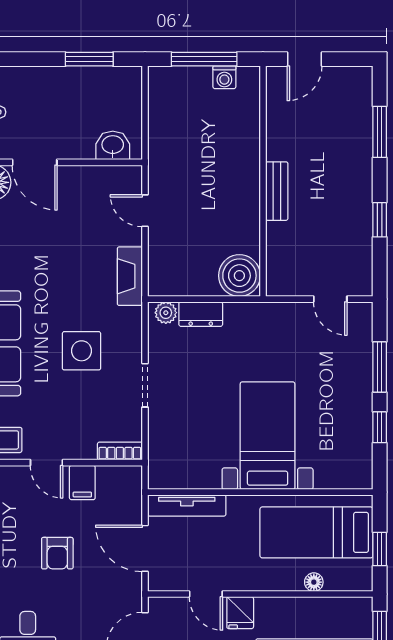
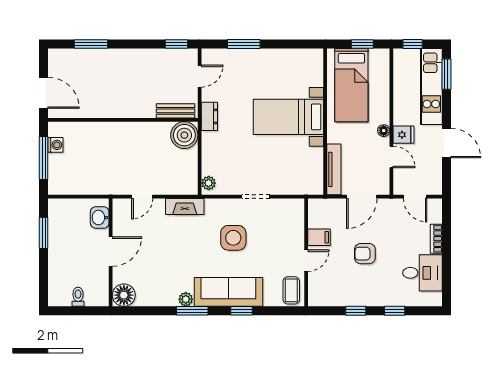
door: (305, 59) -> (44, 93), width x1.38
door: (35, 162) -> (111, 251), moved
bench: (277, 191) -> (175, 111), moved
window: (380, 220) -> (177, 44), moved
dresser: (201, 314) -> (209, 116), moved
window: (380, 427) -> (283, 44), removed
bookcase: (120, 451) -> (298, 213), removed
armchair: (57, 553) -> (365, 254), turned 180
floor lamp: (314, 582) -> (384, 131), moved
door: (206, 594) -> (391, 157), hinge flipped

